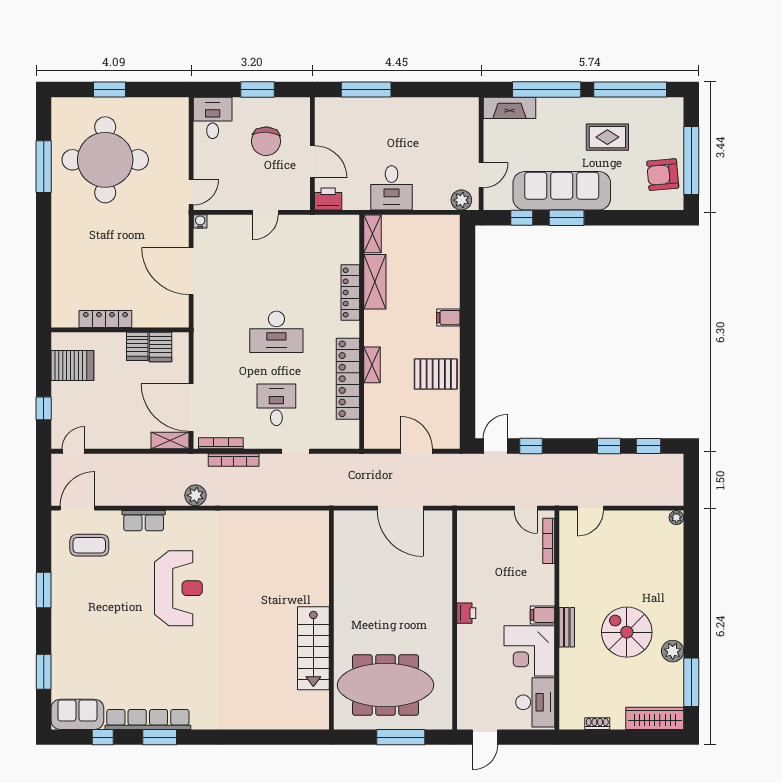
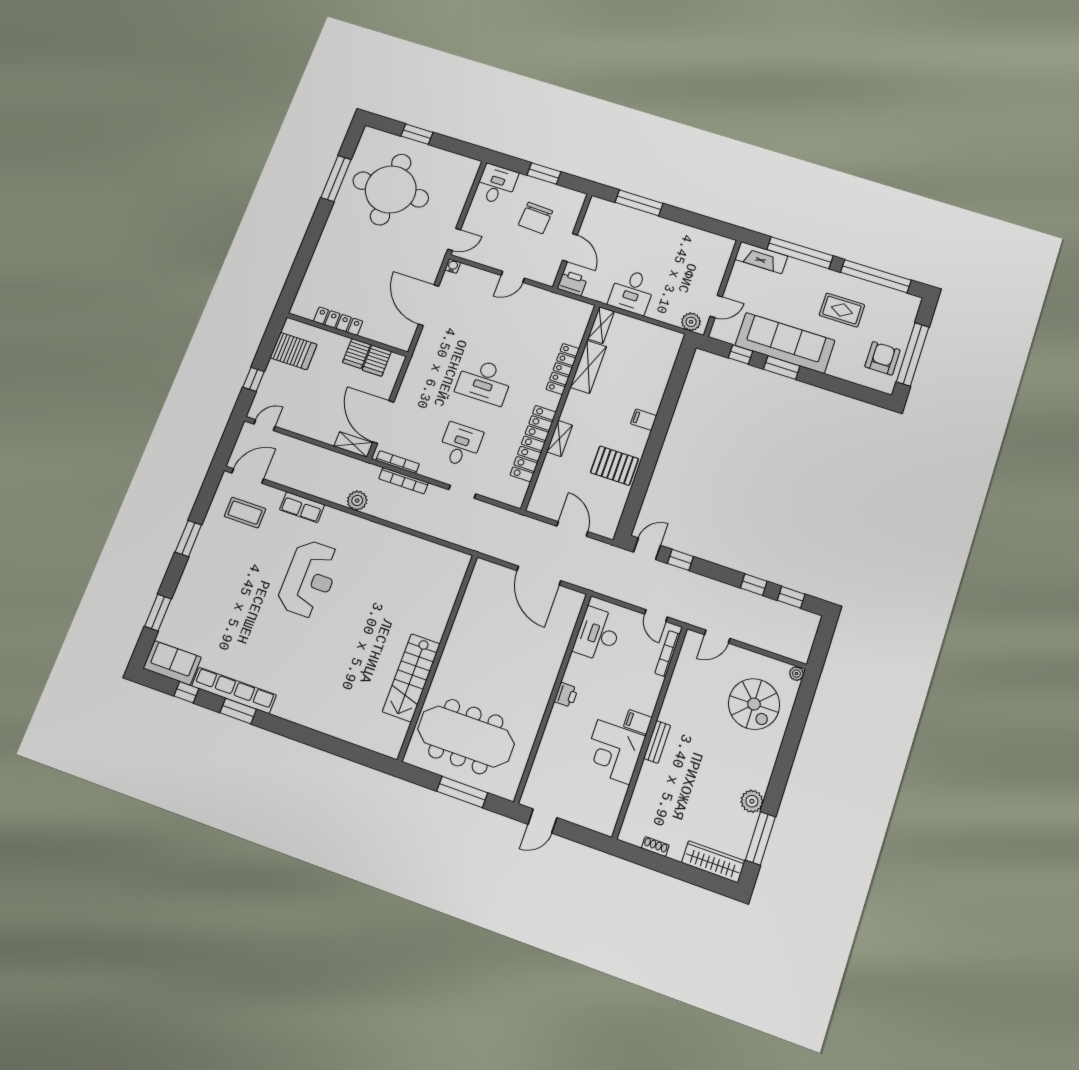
armchair: (663, 175) -> (882, 358), turned 95
spiral stairs: (627, 632) -> (754, 704), moved, turned 180
desk: (535, 702) -> (598, 634), moved, turned 180

